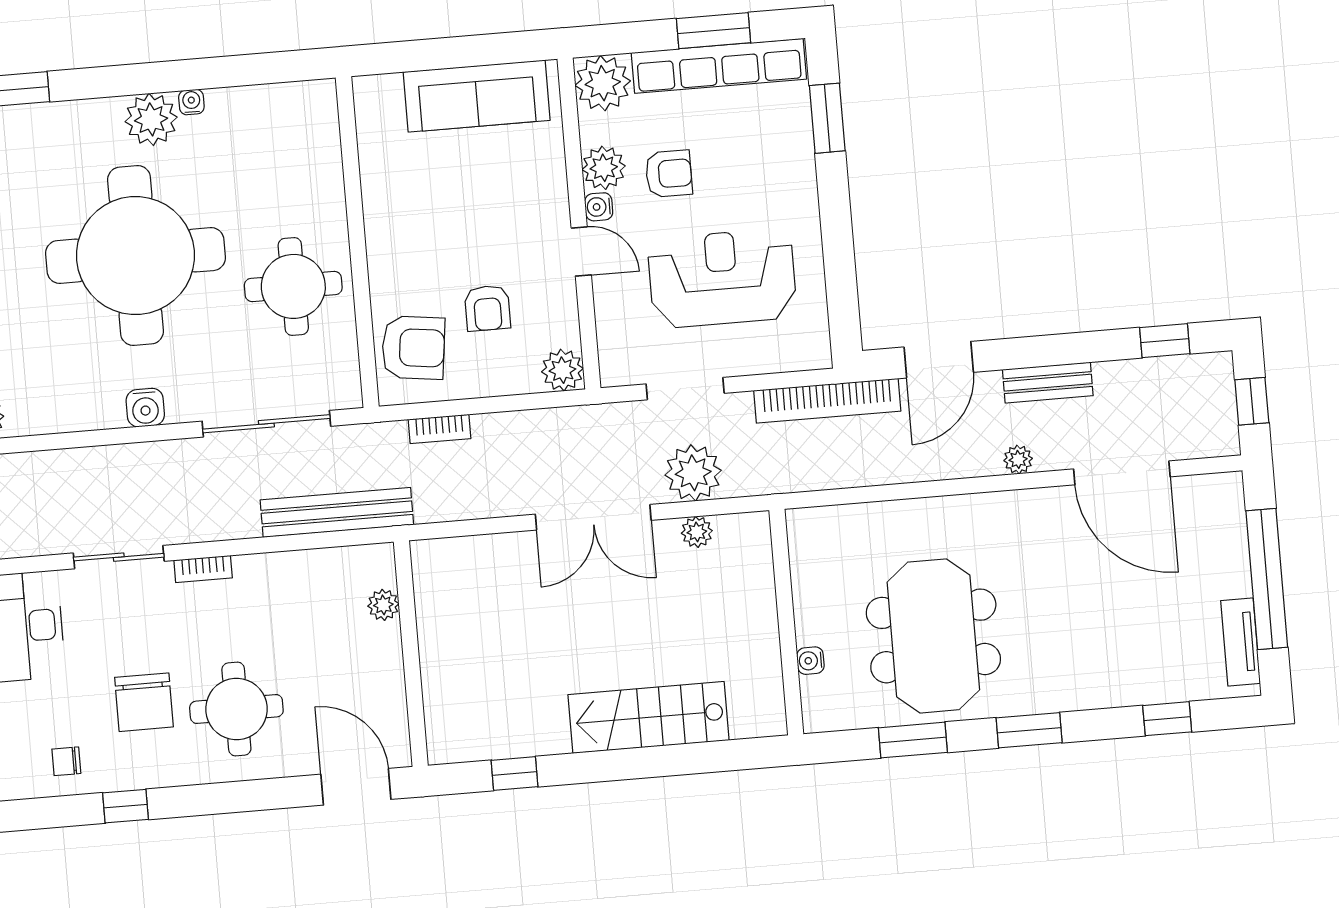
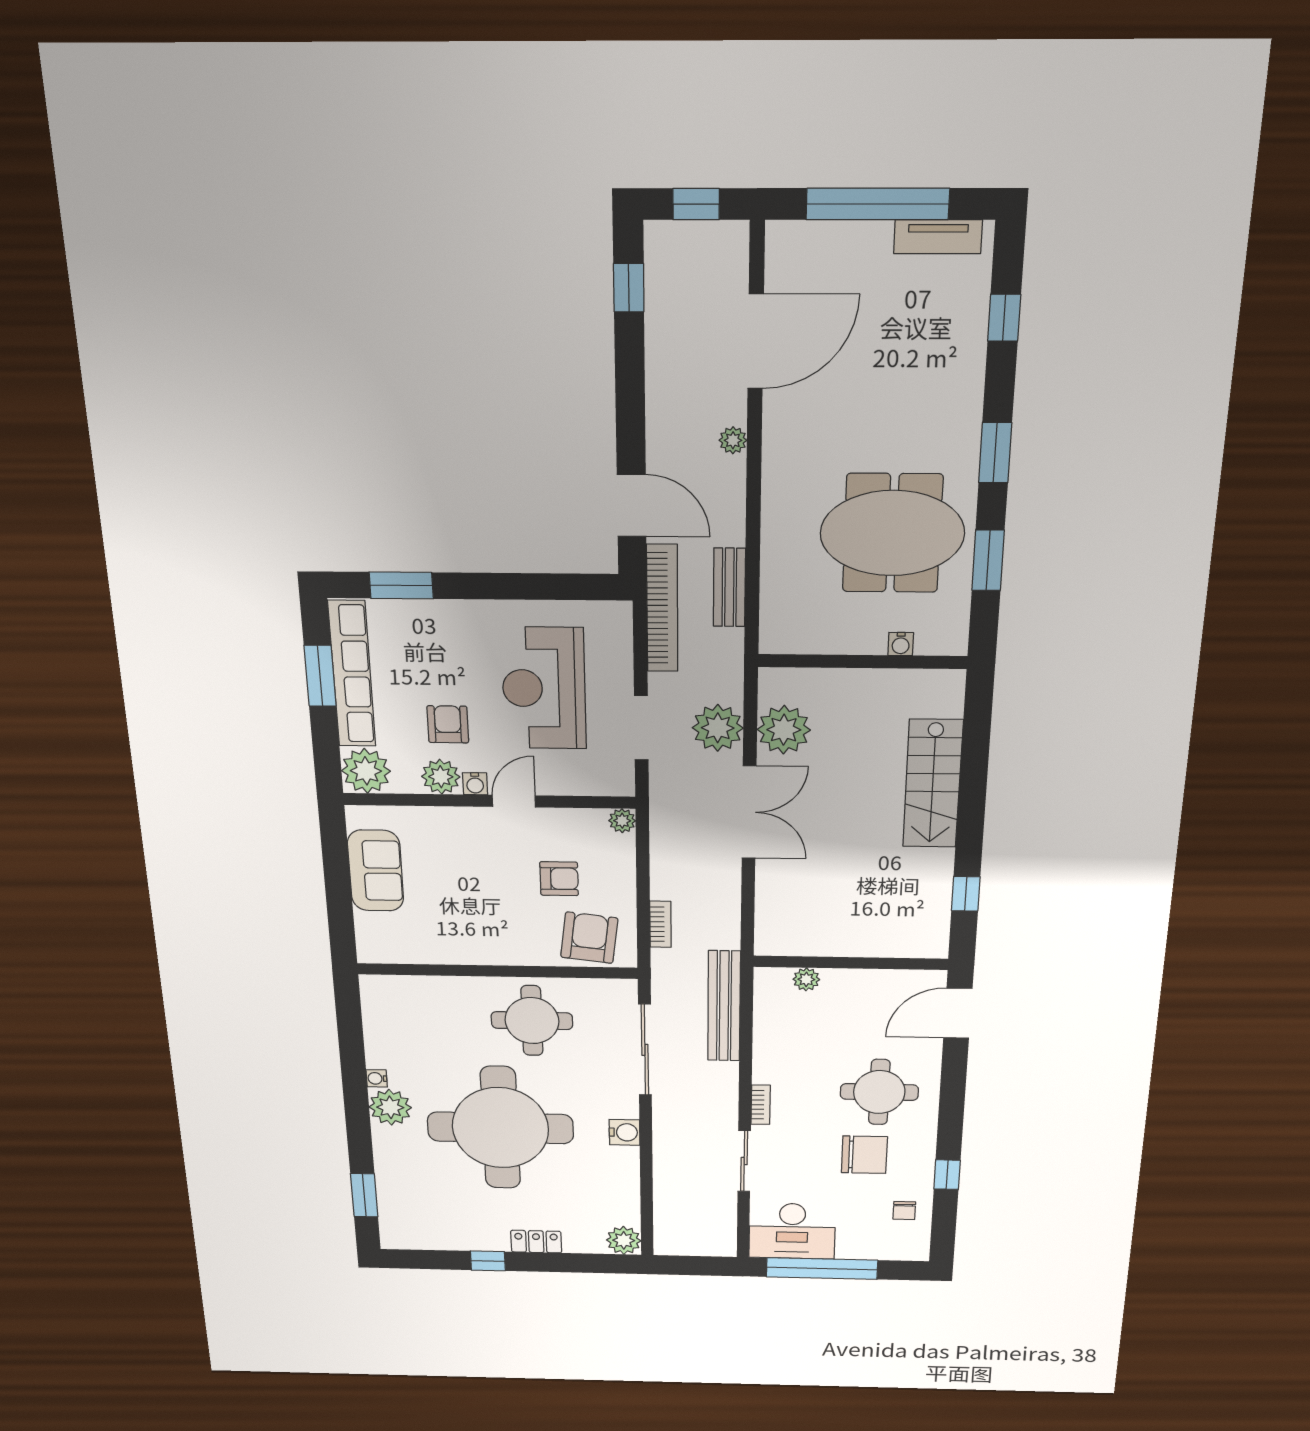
sofa: (477, 96) -> (376, 871), width x0.73
plant: (562, 370) -> (622, 821), width x0.73, depth x0.73
bench: (1048, 383) -> (729, 587), moved
plant: (697, 532) -> (784, 730), width x1.88, depth x1.88

